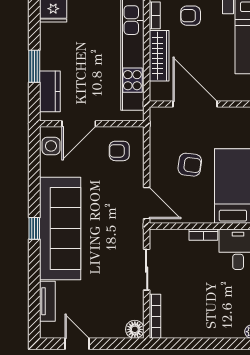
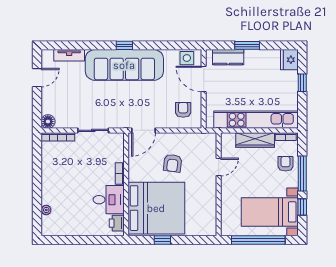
door: (195, 104) -> (219, 167), width x0.53

